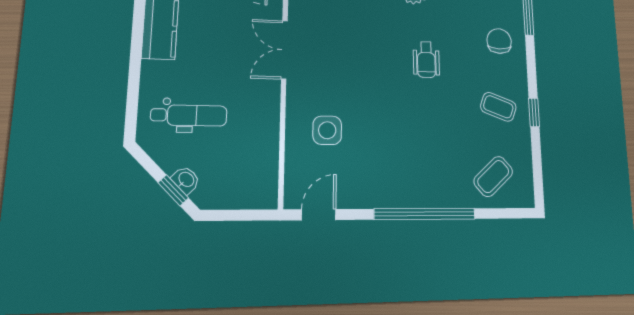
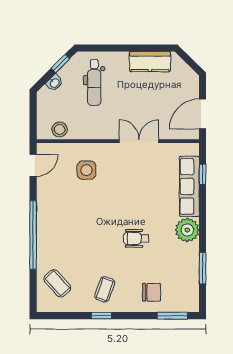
stool: (263, 172) -> (60, 129), added
window: (173, 190) -> (61, 63), moved
door: (319, 215) -> (33, 165), hinge flipped

